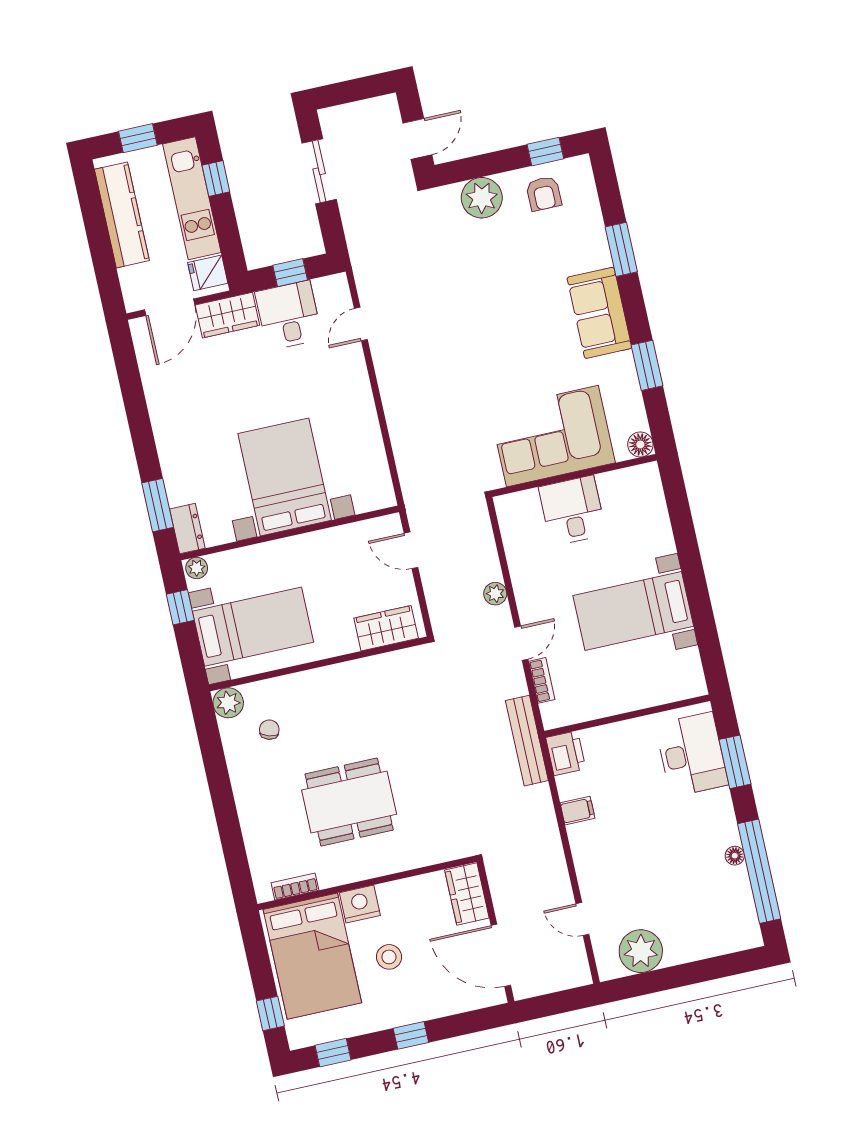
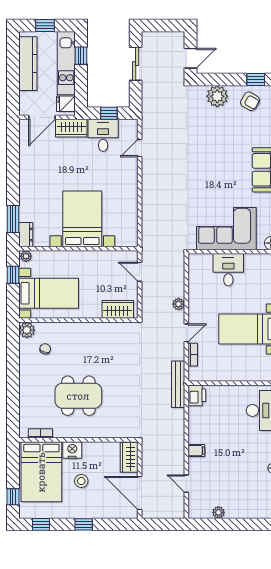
armchair: (544, 194) -> (250, 101), turned -60
filing cabinet: (577, 811) -> (196, 451), moved
plant: (641, 951) -> (218, 512), width x0.53, depth x0.53

